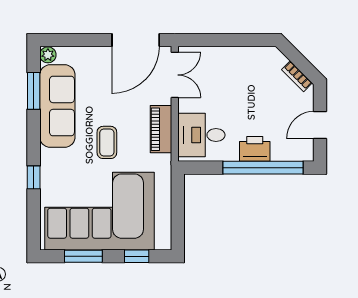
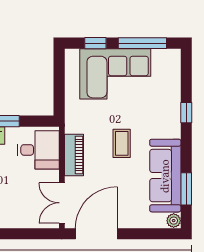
corner sofa: (100, 211) -> (115, 74), width x0.73, depth x0.74
window: (83, 256) -> (142, 43), width x1.44

